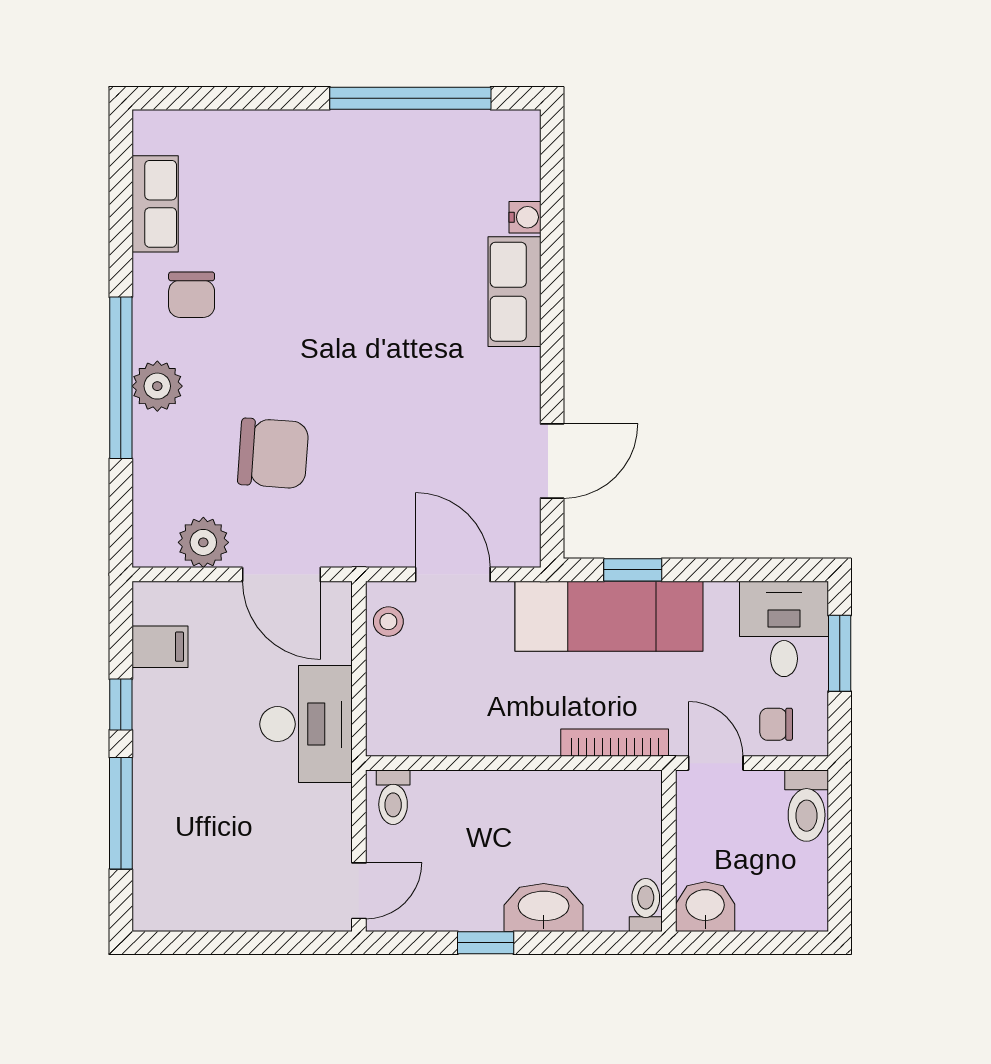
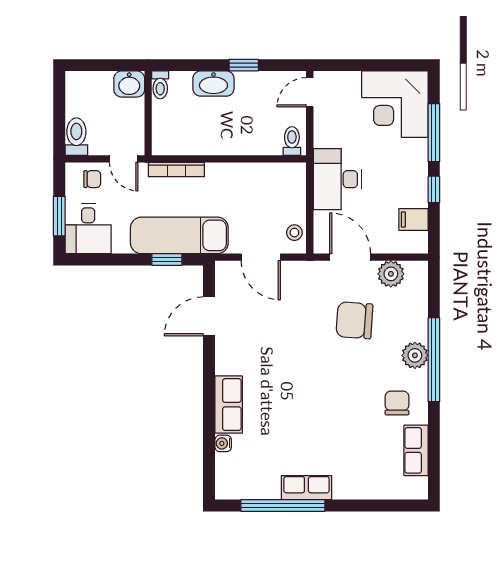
row of seats: (365, 133) -> (306, 488), added
corner desk: (196, 868) -> (395, 104), added

